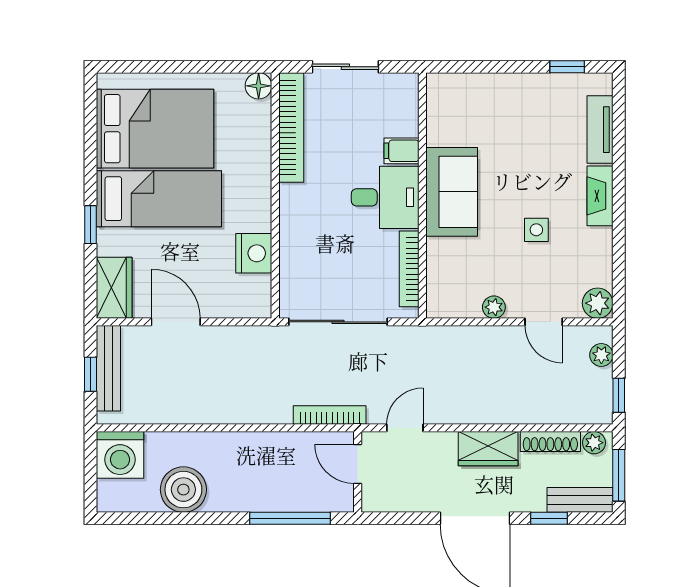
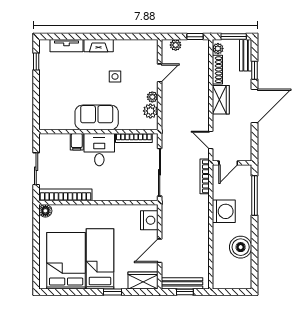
nightstand: (254, 253) -> (149, 220), moved, turned 90
plant: (598, 303) -> (150, 111), moved
washing machine: (120, 455) -> (224, 211), moved

